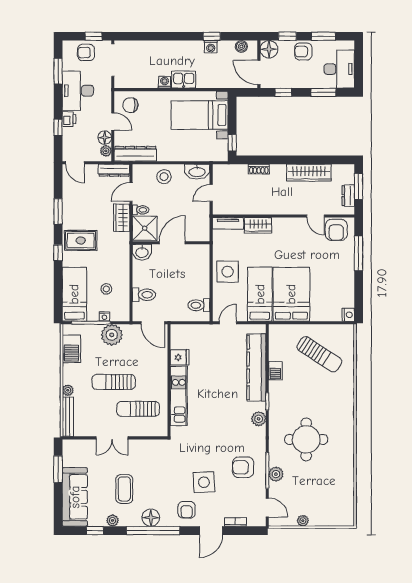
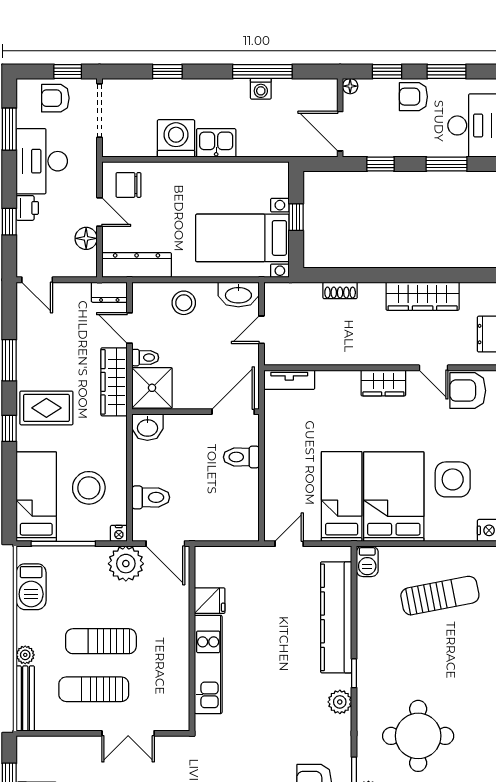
window: (154, 36) -> (167, 71), added
window: (212, 36) -> (262, 71), width x2.17
boiler: (241, 46) -> (311, 88), removed
floor lamp: (269, 49) -> (350, 86), width x0.53, depth x0.53
washing machine: (165, 82) -> (176, 138), width x1.89, depth x1.89
bed with nightstands: (200, 115) -> (242, 238), moved
window: (232, 143) -> (296, 217), moved
plant: (106, 151) -> (88, 260), removed
dresser: (114, 170) -> (109, 292), width x0.70
door: (131, 192) -> (130, 328), hinge flipped
wardrobe: (122, 218) -> (114, 382), width x1.50
wardrobe: (258, 225) -> (383, 383), moved
armchair: (336, 230) -> (468, 391), turned 90
door: (172, 243) -> (233, 412), moved
side table: (228, 272) -> (453, 479), moved
stool: (106, 289) -> (89, 488), width x1.89, depth x1.89
toilet: (199, 305) -> (241, 457), moved
nightstand: (104, 317) -> (119, 533), moved
plant: (112, 335) -> (126, 564), moved
sun lounger: (319, 354) -> (440, 596), turned -44
barbecue: (275, 371) -> (367, 561), moved
sun lounger: (138, 409) -> (94, 689), moved
double door: (112, 438) -> (128, 733), moved

